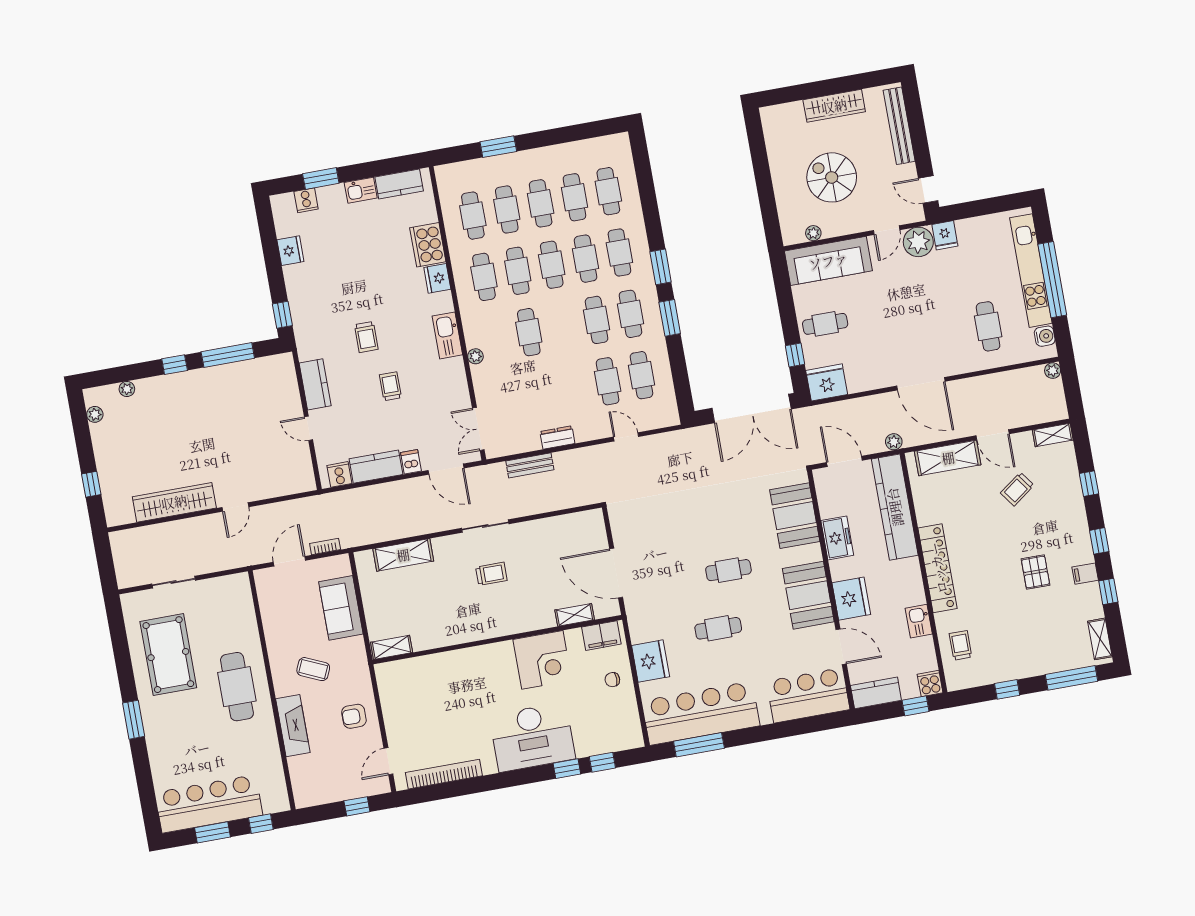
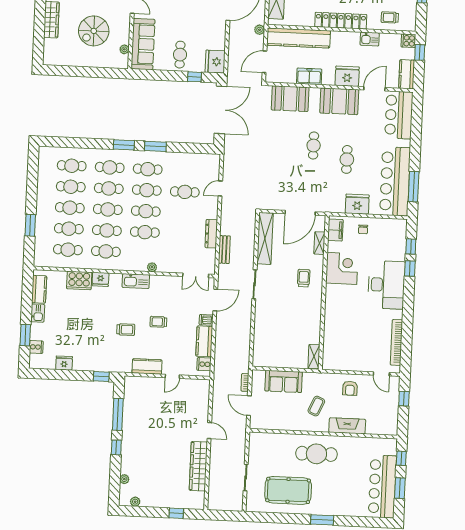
cafe table: (641, 375) -> (146, 211), moved
dresser: (557, 437) -> (211, 234), width x1.44
shelving: (403, 555) -> (265, 238), moved, width x1.47
trolley: (491, 574) -> (304, 278), moved

